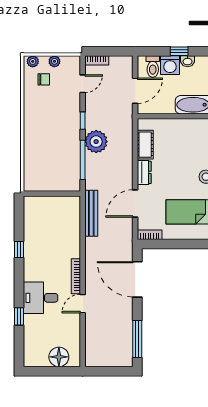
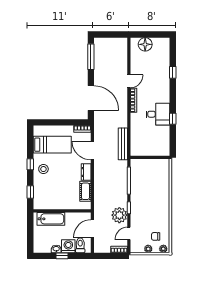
plant: (96, 142) -> (119, 215), moved
door: (135, 203) -> (92, 151), swing flipped
desk: (41, 298) -> (158, 114), moved

